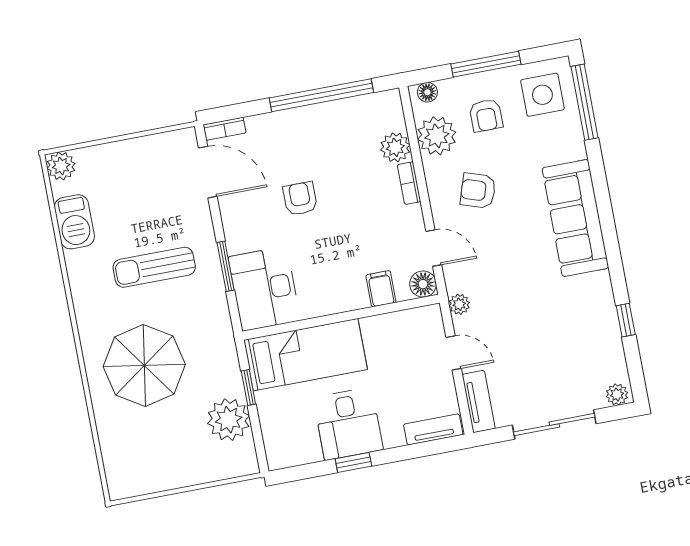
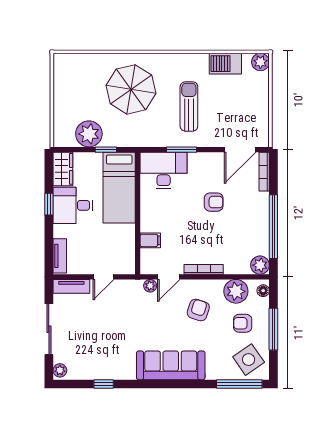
side table: (542, 95) -> (249, 360), turned -35
bookcase: (225, 129) -> (264, 172), width x1.56
plant: (395, 147) -> (260, 265), moved
bookcase: (409, 183) -> (204, 269), width x1.56
floor lamp: (423, 284) -> (148, 266), removed
plant: (459, 304) -> (150, 286), moved
wardrobe: (293, 451) -> (63, 169), added

